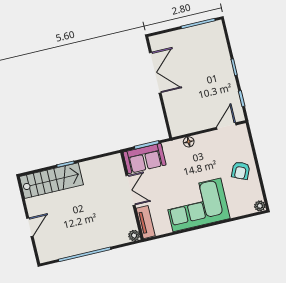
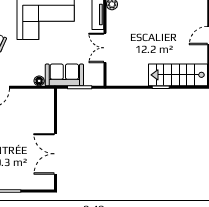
sofa: (145, 158) -> (64, 75), moved

